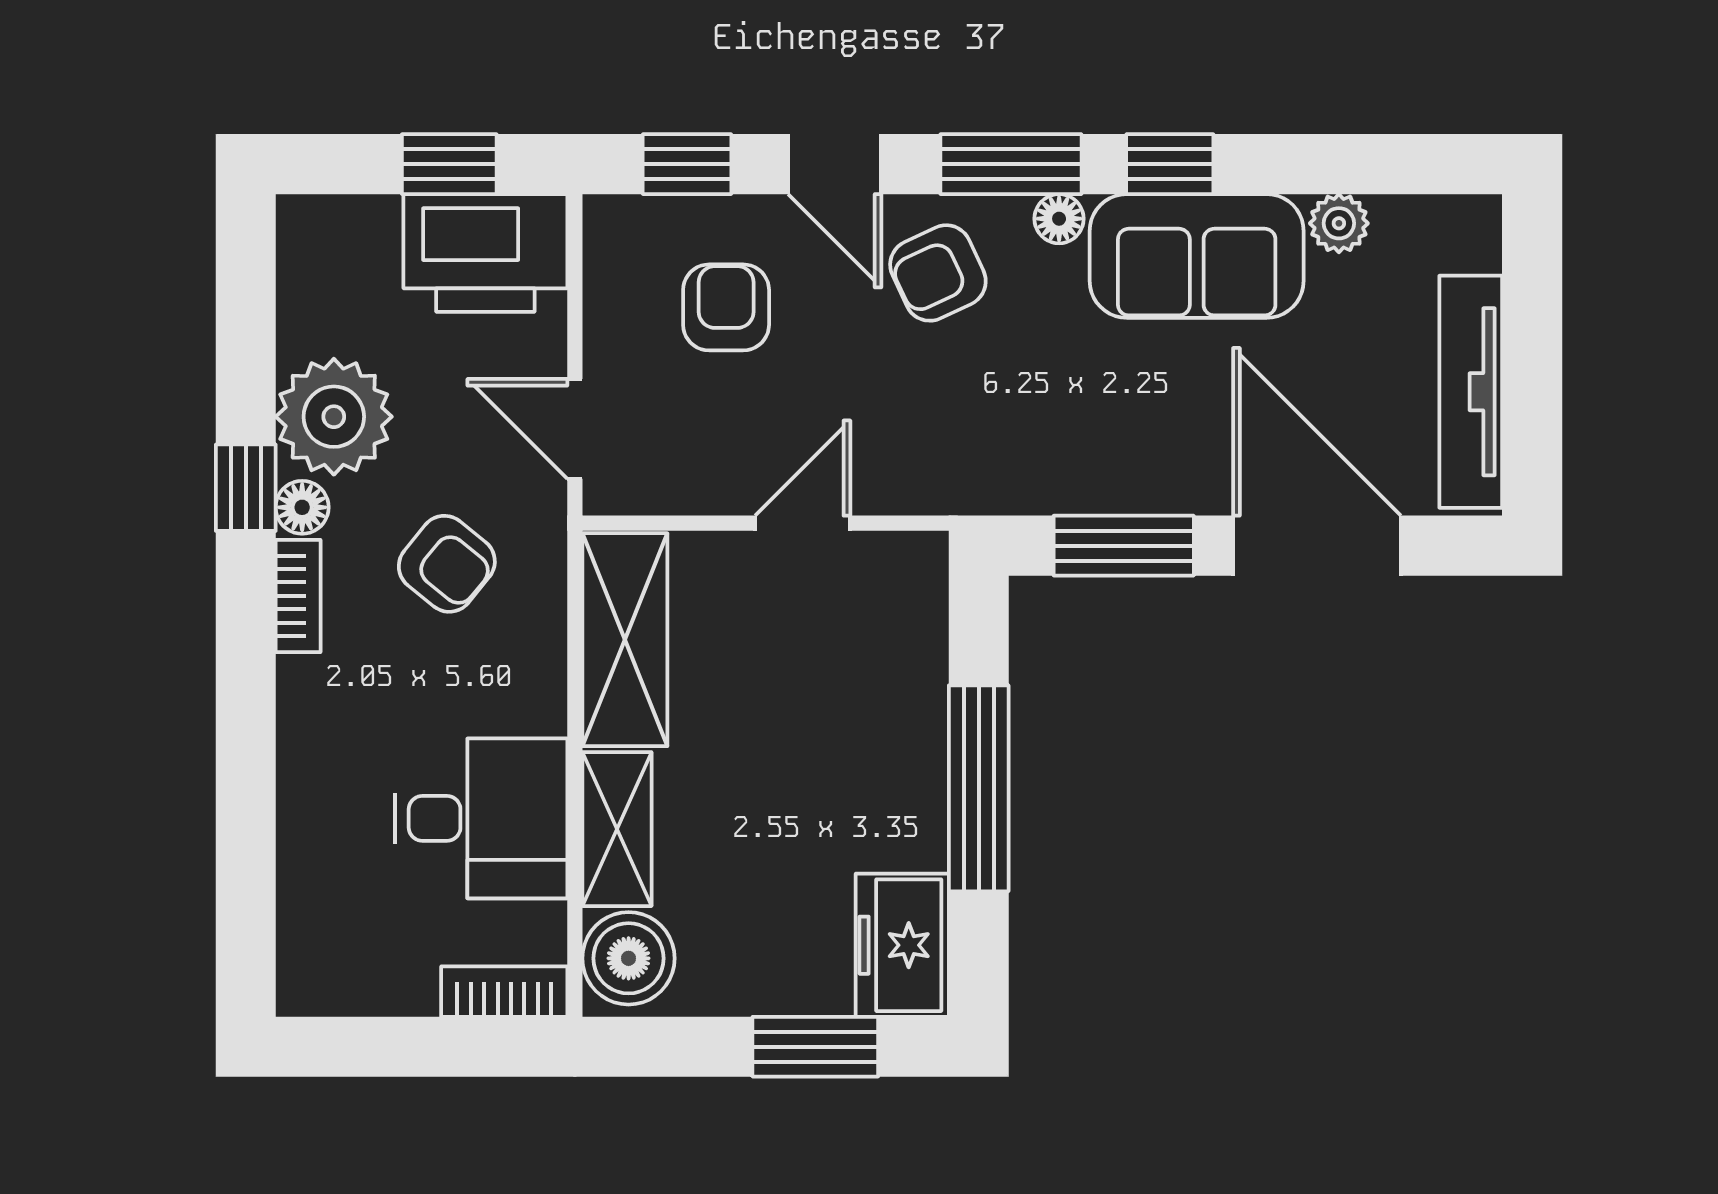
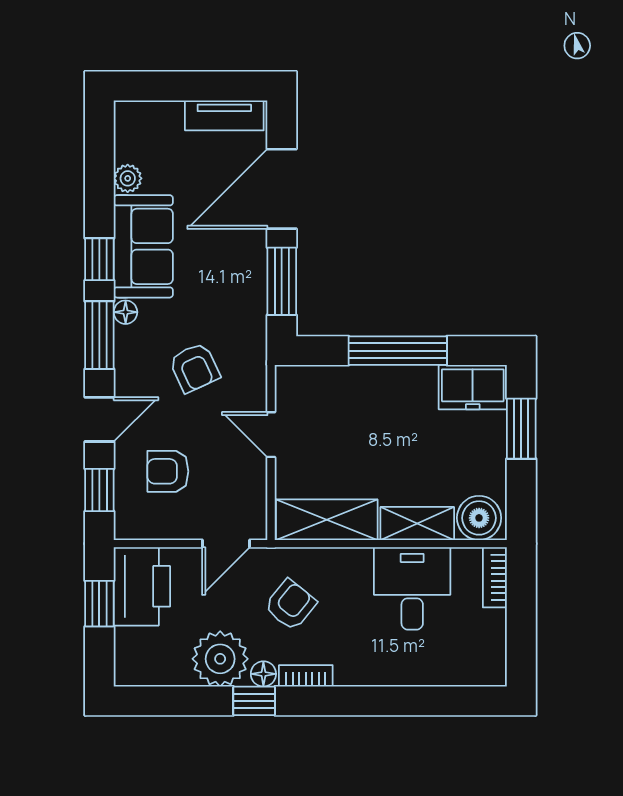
armchair: (938, 273) -> (194, 368), moved
tv unit: (1471, 392) -> (224, 115), width x0.71

